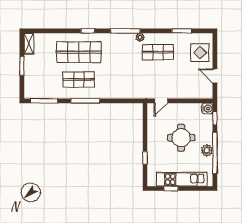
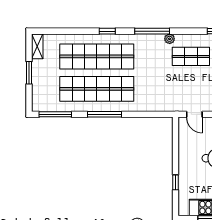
shop shelf: (79, 52) -> (97, 56), width x1.40
shop shelf: (79, 79) -> (97, 89), width x2.00, depth x1.36
door: (161, 101) -> (194, 114), hinge flipped

